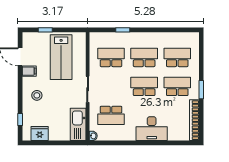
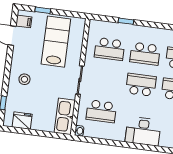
lab bench: (61, 57) -> (56, 42), turned 180
school desk: (111, 57) -> (109, 49), turned 180
school desk: (144, 57) -> (145, 54), turned 180
filing cabinet: (29, 71) -> (24, 21), moved

